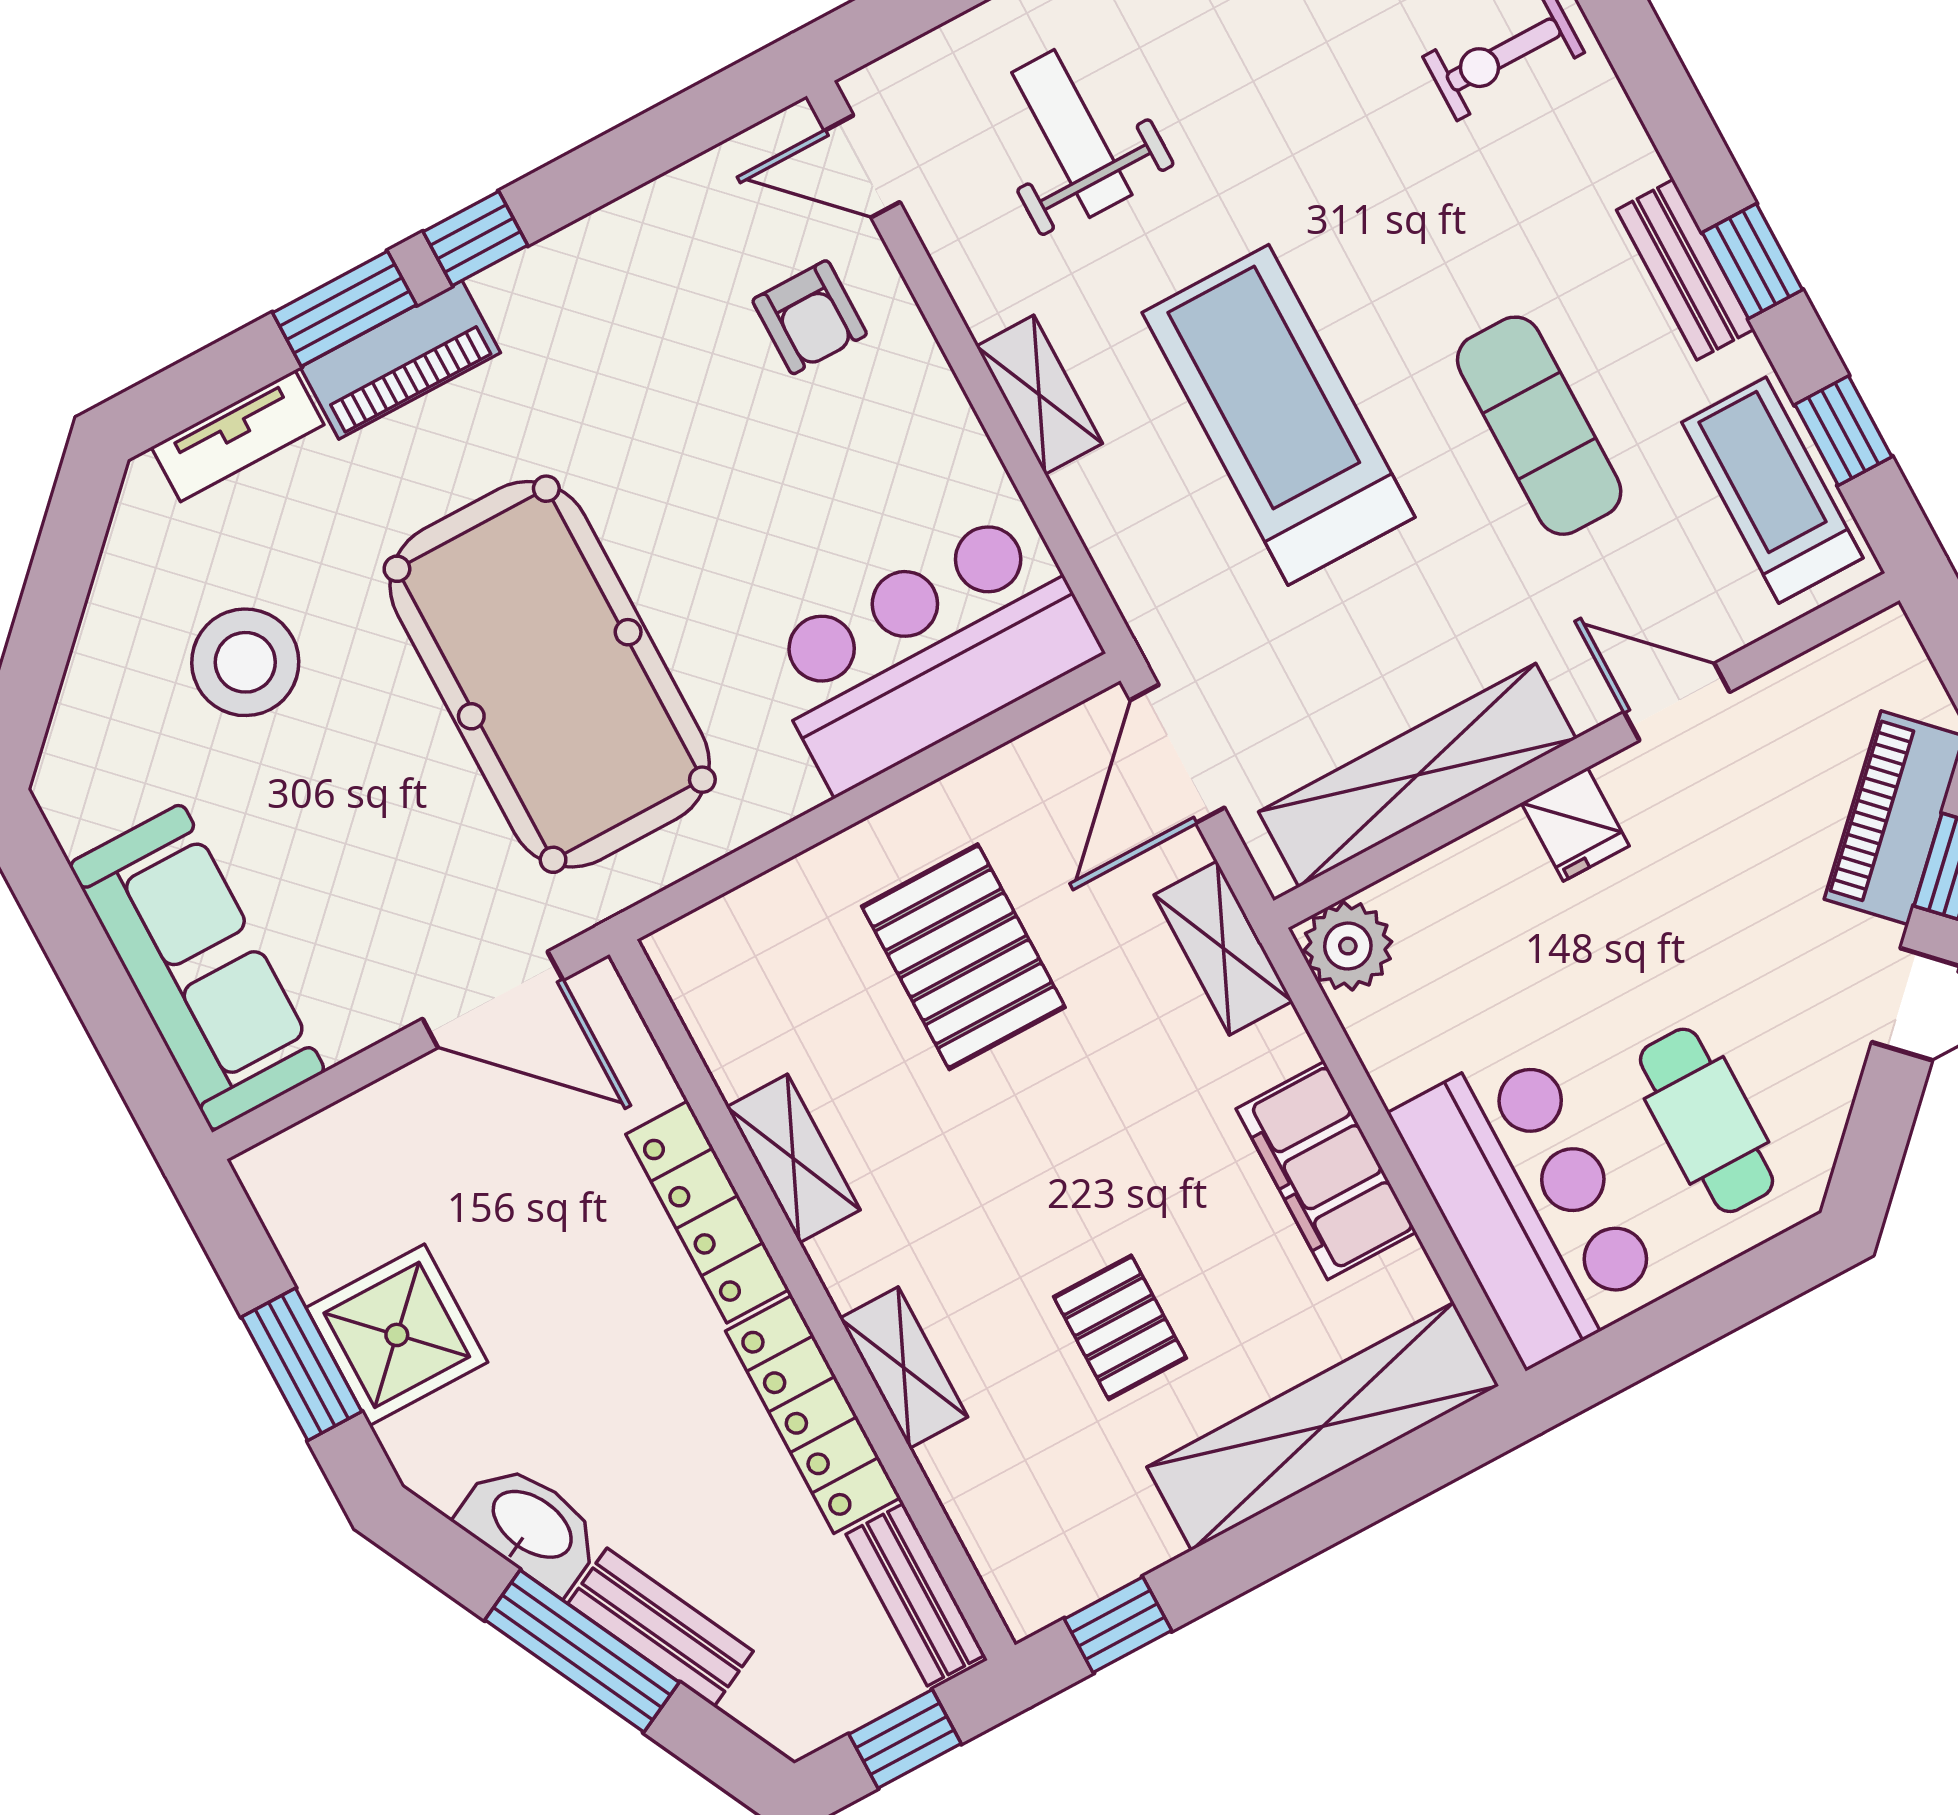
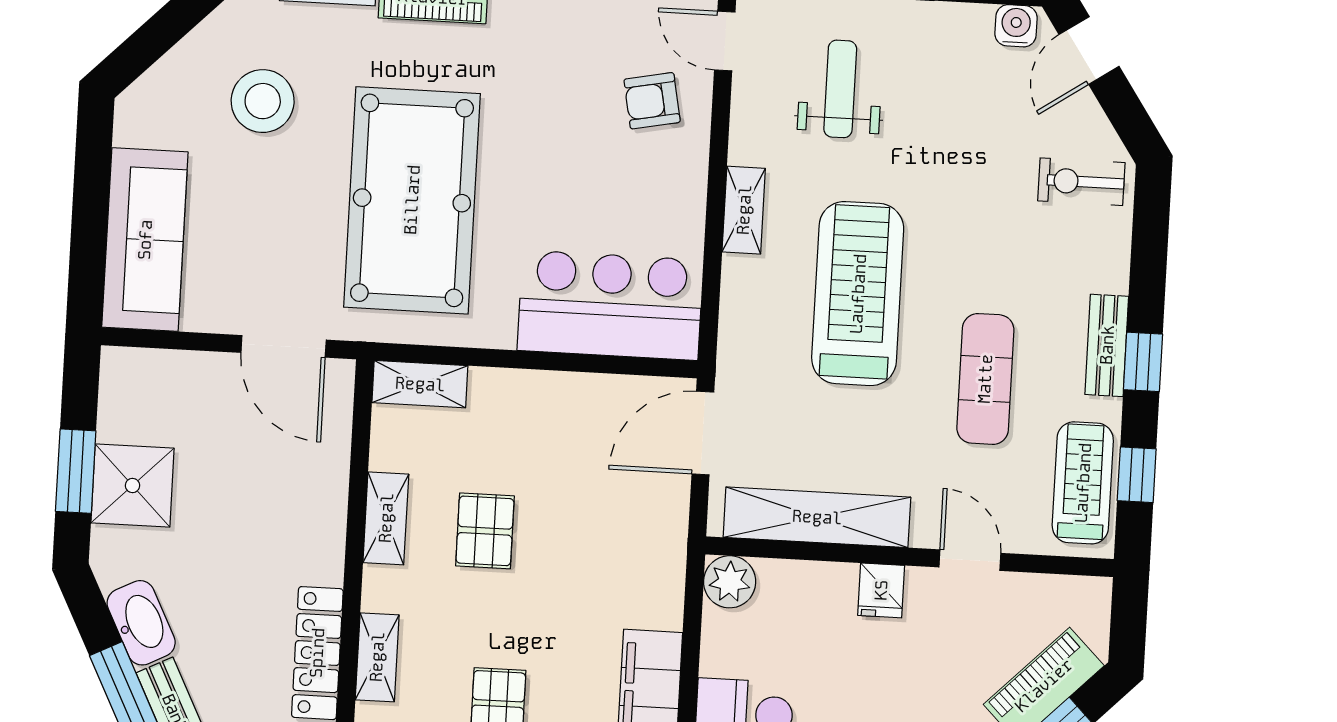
armchair: (810, 317) -> (652, 101), turned 79
shelving: (1223, 948) -> (420, 384), moved, turned 90
pallet: (963, 957) -> (485, 531), moved, width x0.67, depth x0.71
locker: (708, 1212) -> (326, 519), removed

